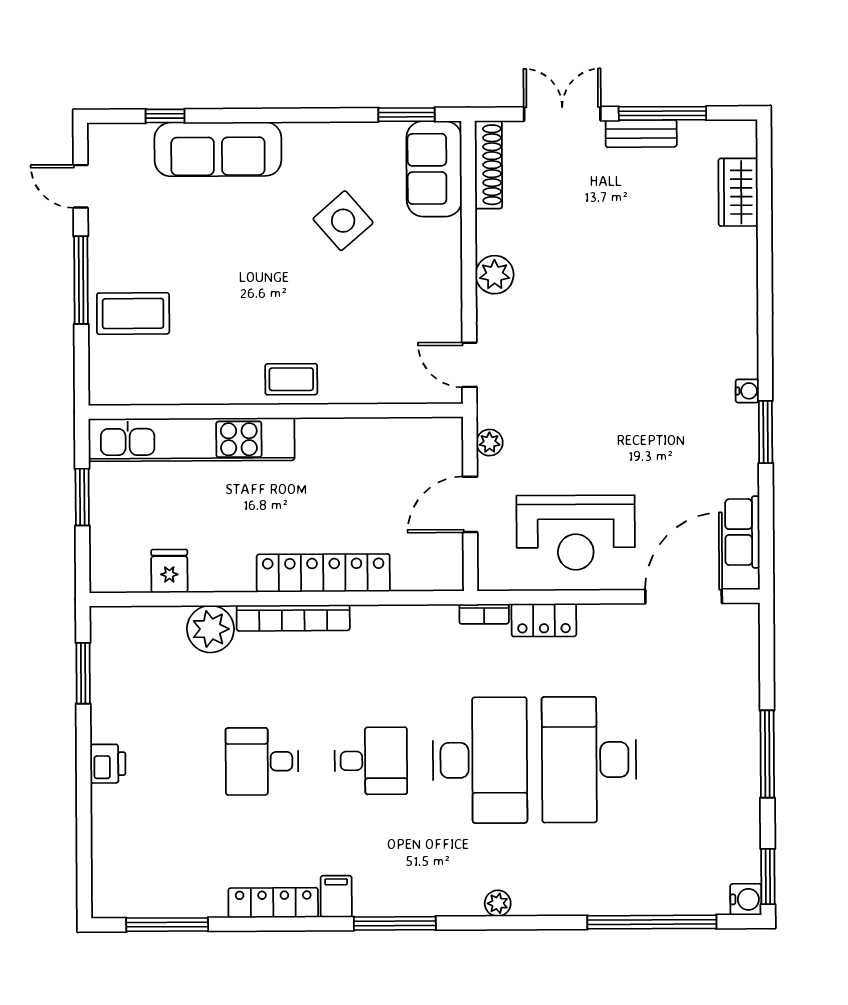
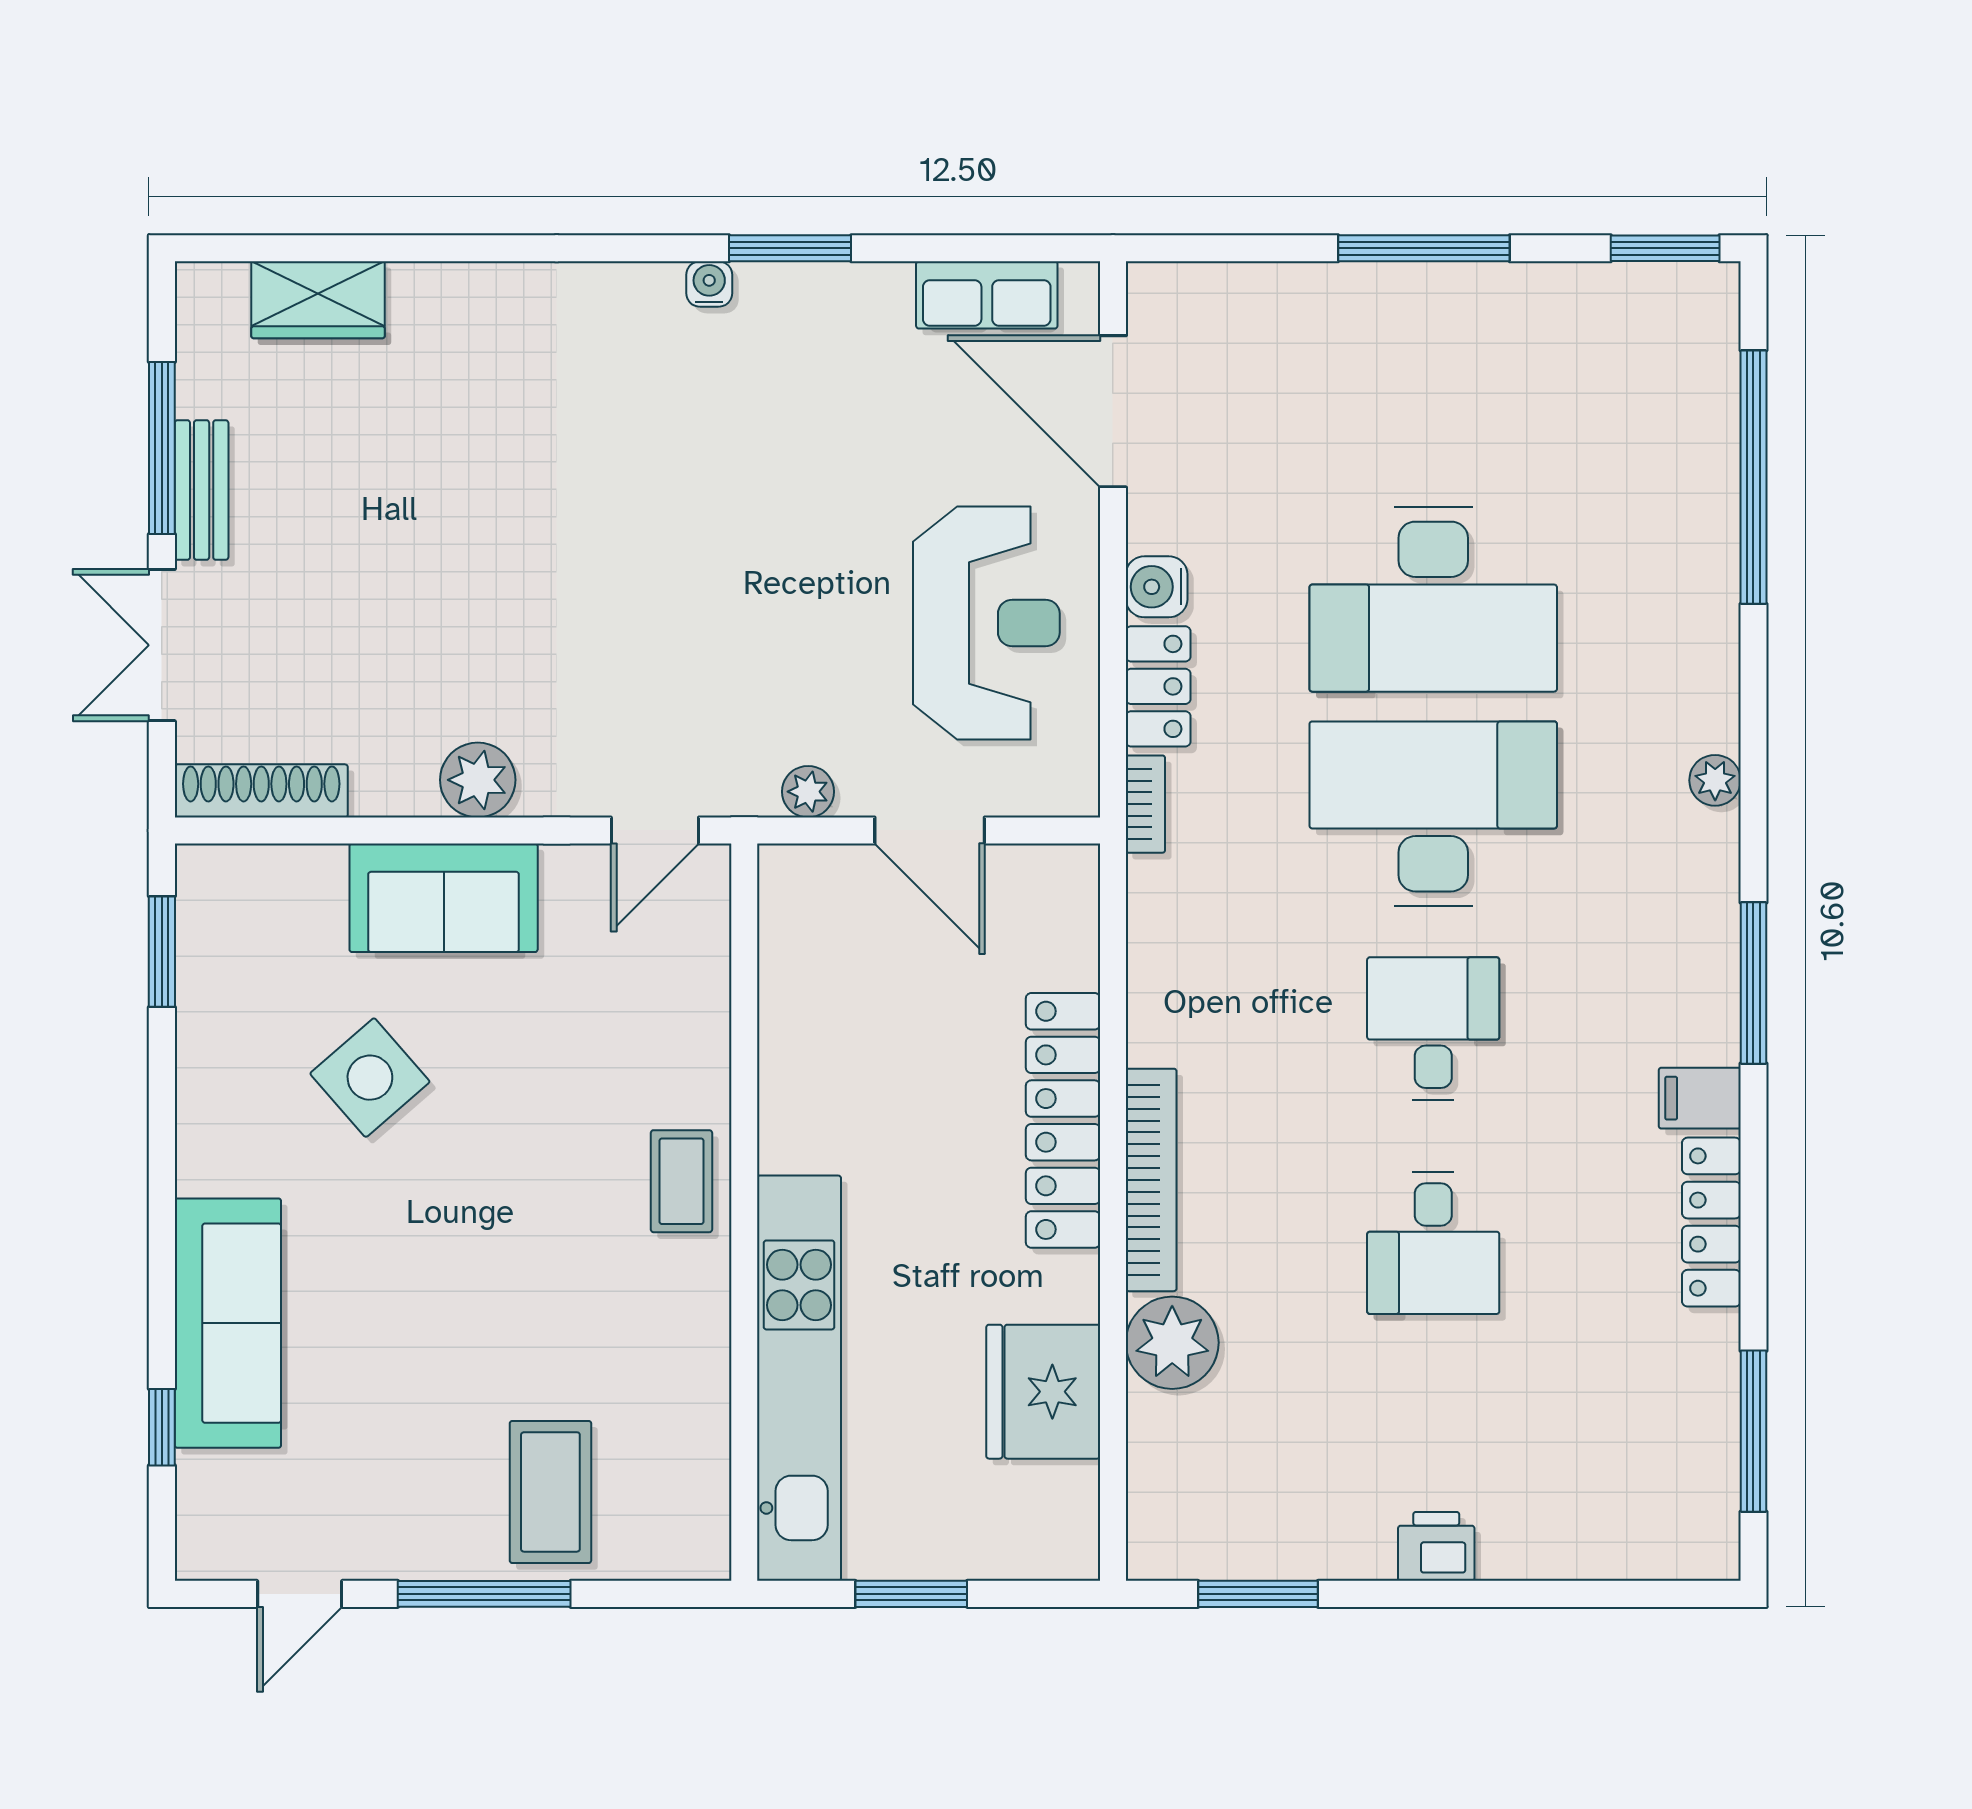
sofa: (434, 169) -> (444, 898), moved
fridge: (169, 571) -> (1043, 1392), width x1.88, depth x1.34
water cooler: (746, 899) -> (1157, 587), moved, turned -90

